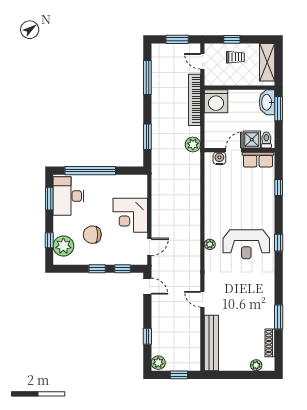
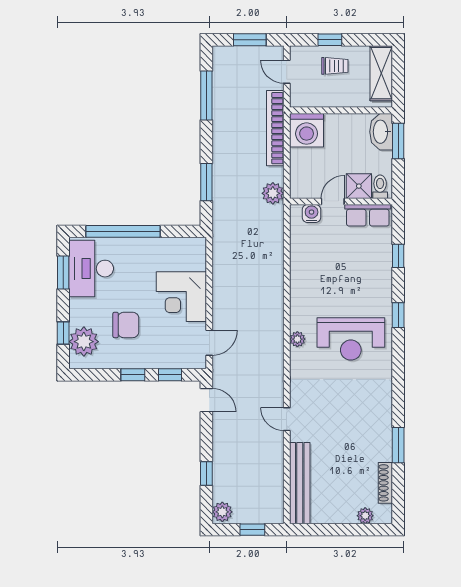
chair: (92, 235) -> (126, 325), turned 180
window: (279, 243) -> (398, 315), moved

